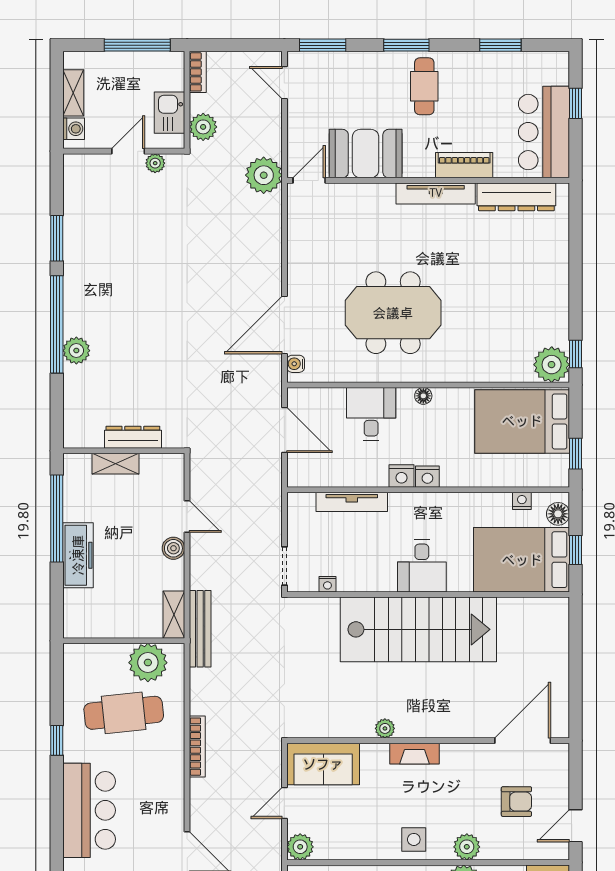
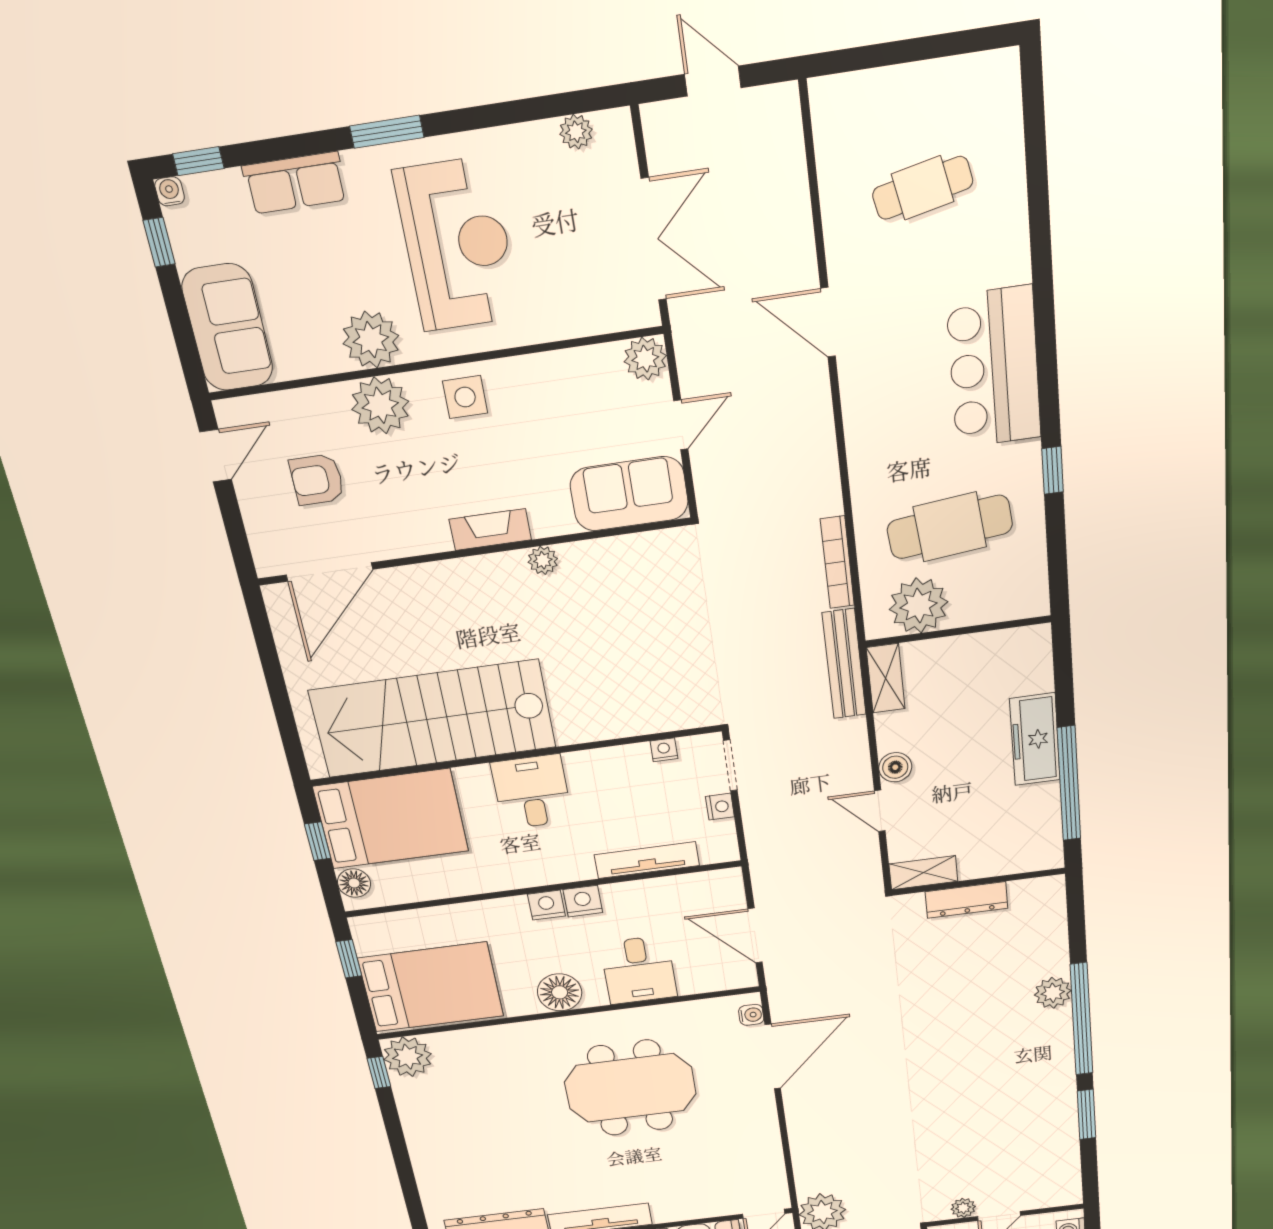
floor lamp: (423, 396) -> (560, 992), width x1.89, depth x1.89
shelving: (116, 464) -> (923, 873), moved
nightstand: (522, 501) -> (720, 807), moved, turned -90
stairs: (418, 629) -> (433, 719), moved
bookcase: (197, 747) -> (837, 562), moved
plant: (467, 847) -> (380, 405), width x1.36, depth x1.36

